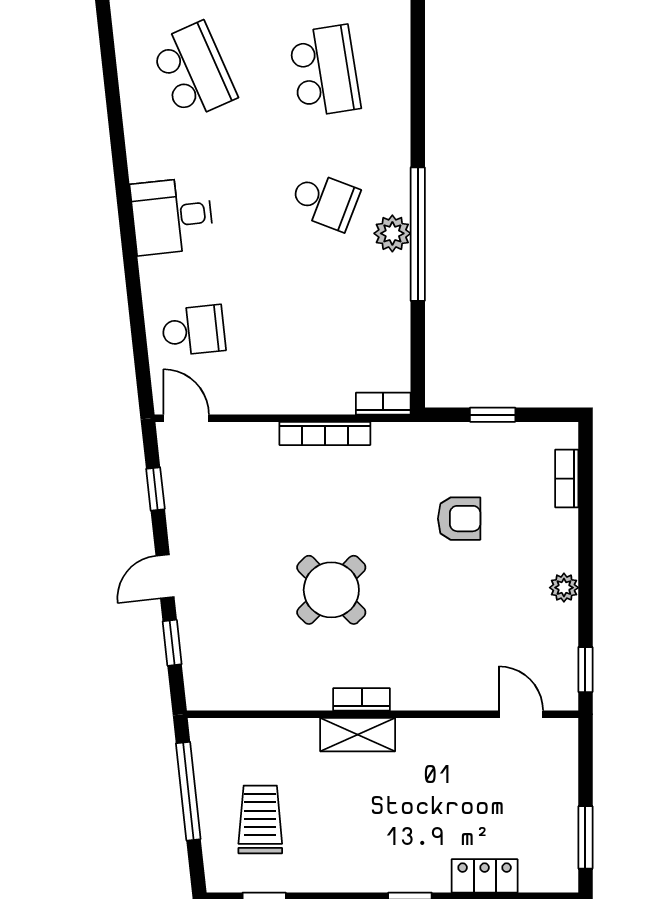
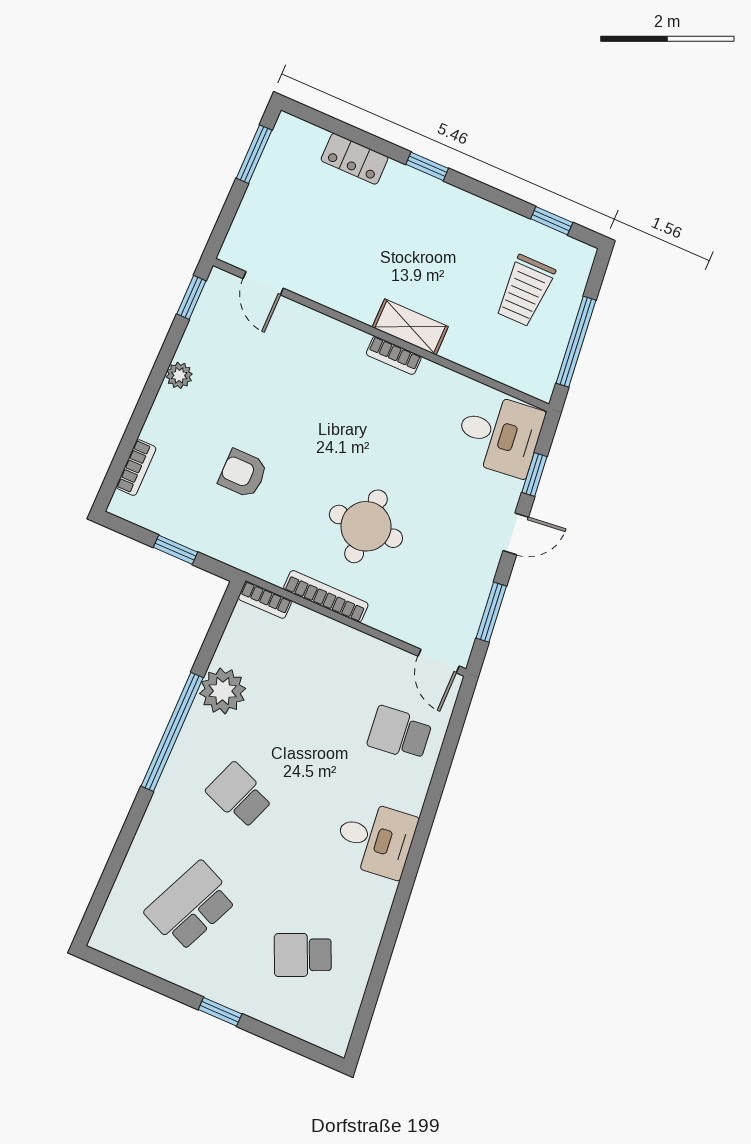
school desk: (193, 71) -> (303, 955), width x0.54
school desk: (325, 71) -> (191, 906), turned 33
plant: (392, 233) -> (223, 691), moved, width x1.36, depth x1.36
window: (155, 489) -> (491, 612), width x1.50
round table: (331, 590) -> (366, 526), moved, turned 45
desk: (224, 667) -> (499, 435), added

